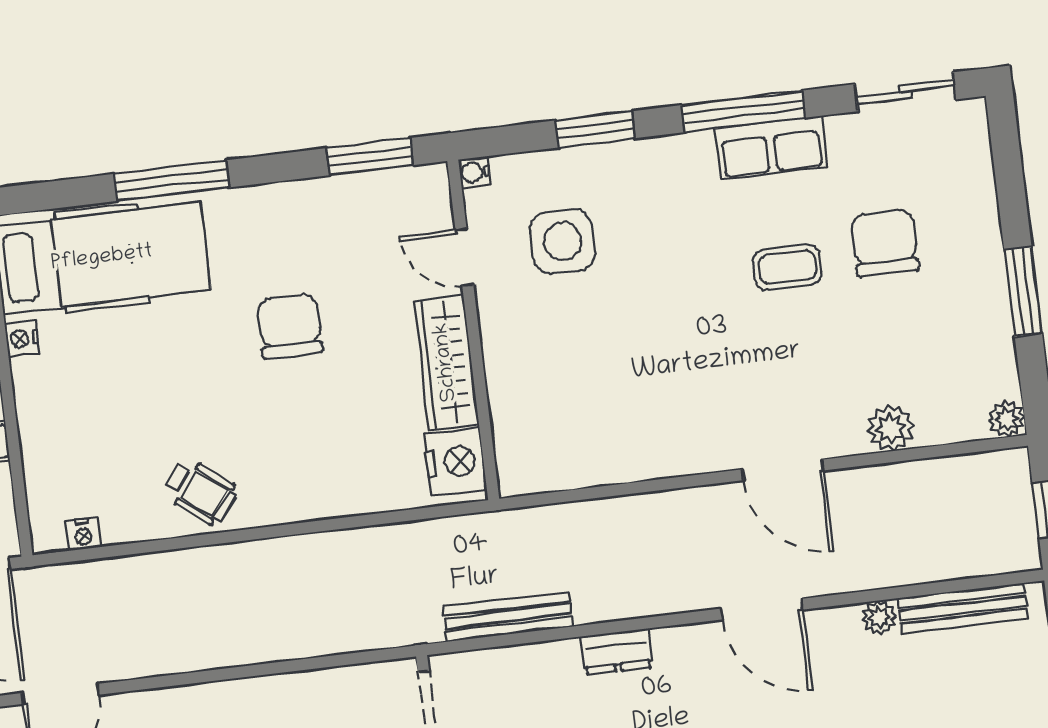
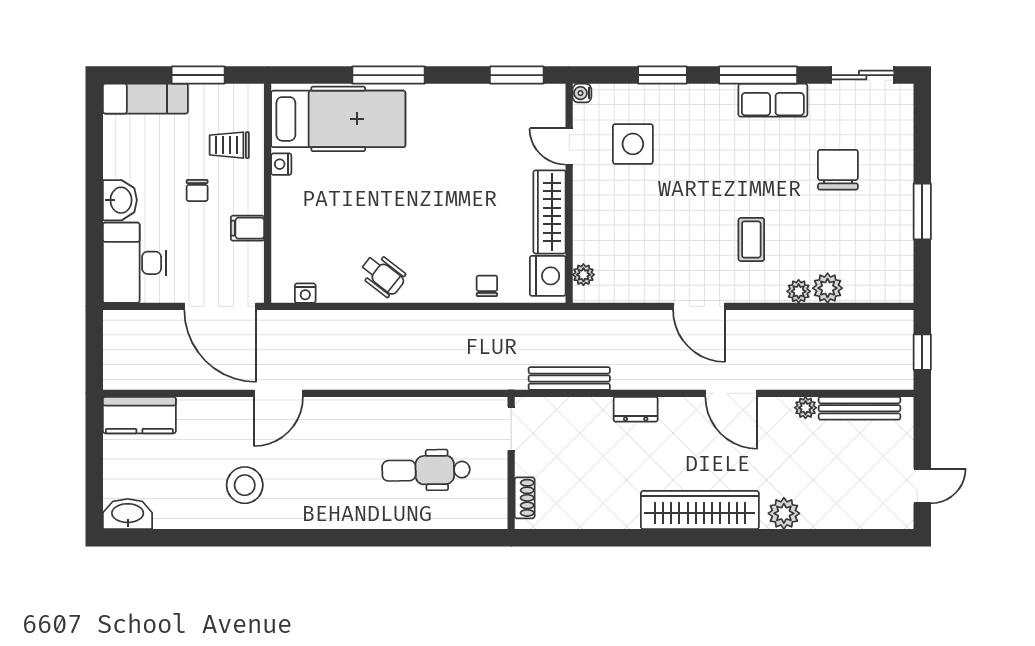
coffee table: (787, 267) -> (751, 240), moved, turned 90
chair: (290, 326) -> (487, 286), moved, width x0.54, depth x0.54
plant: (1007, 419) -> (799, 291), moved
plant: (511, 453) -> (583, 275), added
door: (783, 470) -> (699, 306), moved

